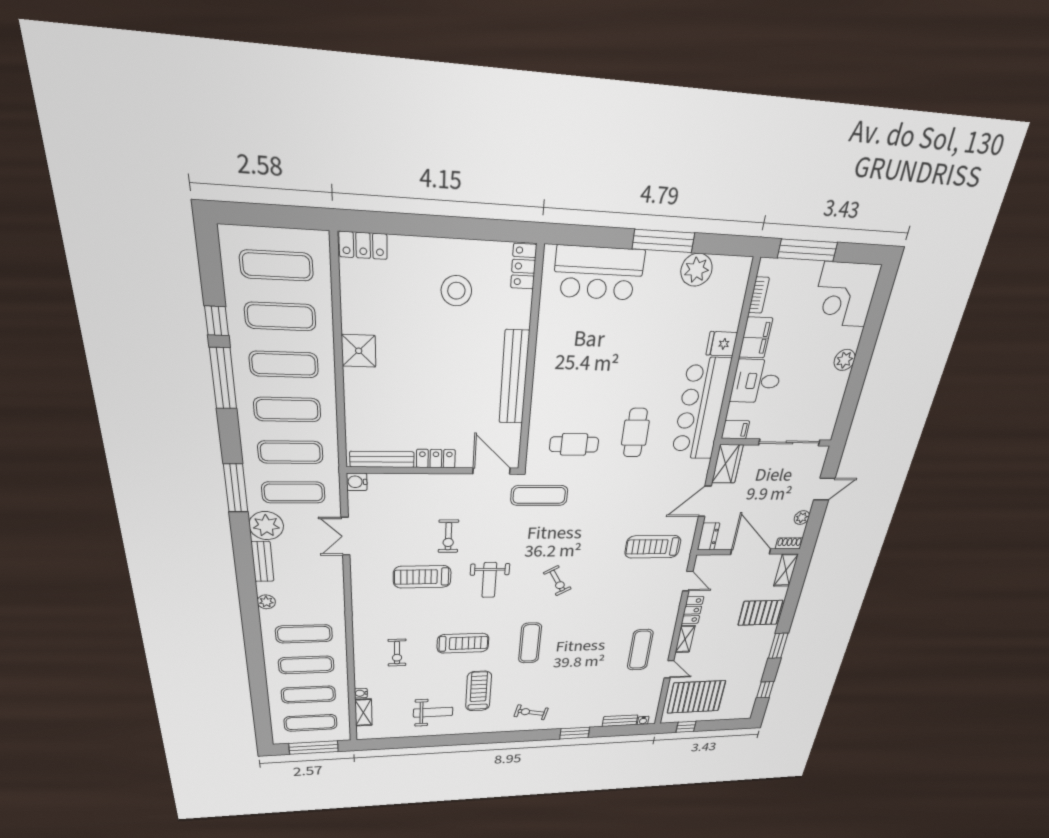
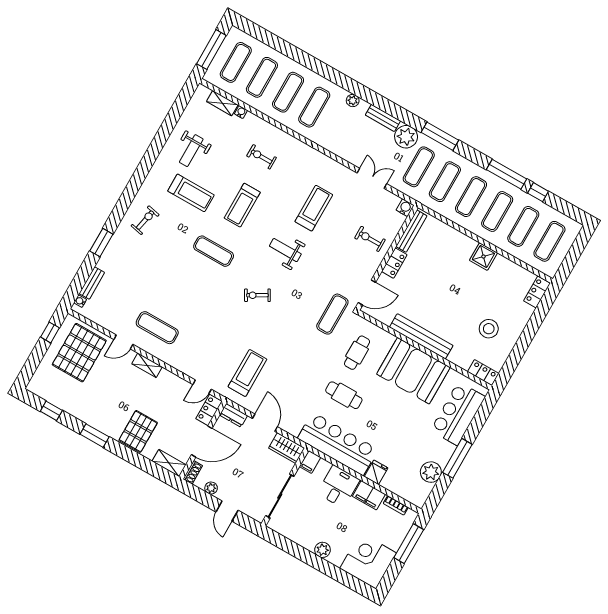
booth: (565, 364) -> (413, 371), added
exercise bike: (448, 536) -> (370, 239), moved
locker: (692, 610) -> (209, 410), moved, turned 90

